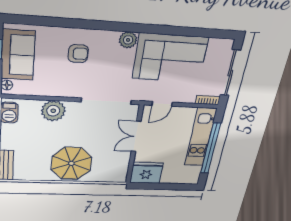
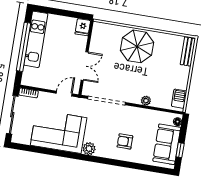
plant: (53, 111) -> (146, 101), width x0.53, depth x0.53
kitchen unit: (200, 137) -> (36, 39), moved
fridge: (146, 173) -> (83, 27), width x0.53, depth x0.75

